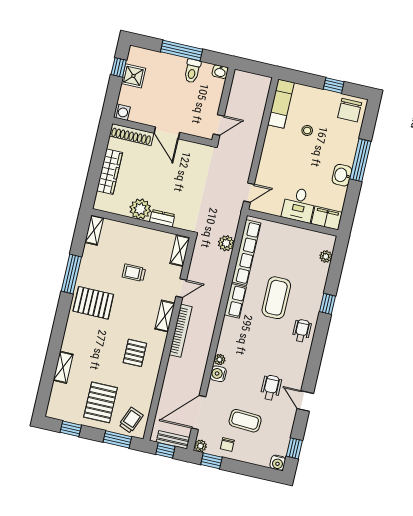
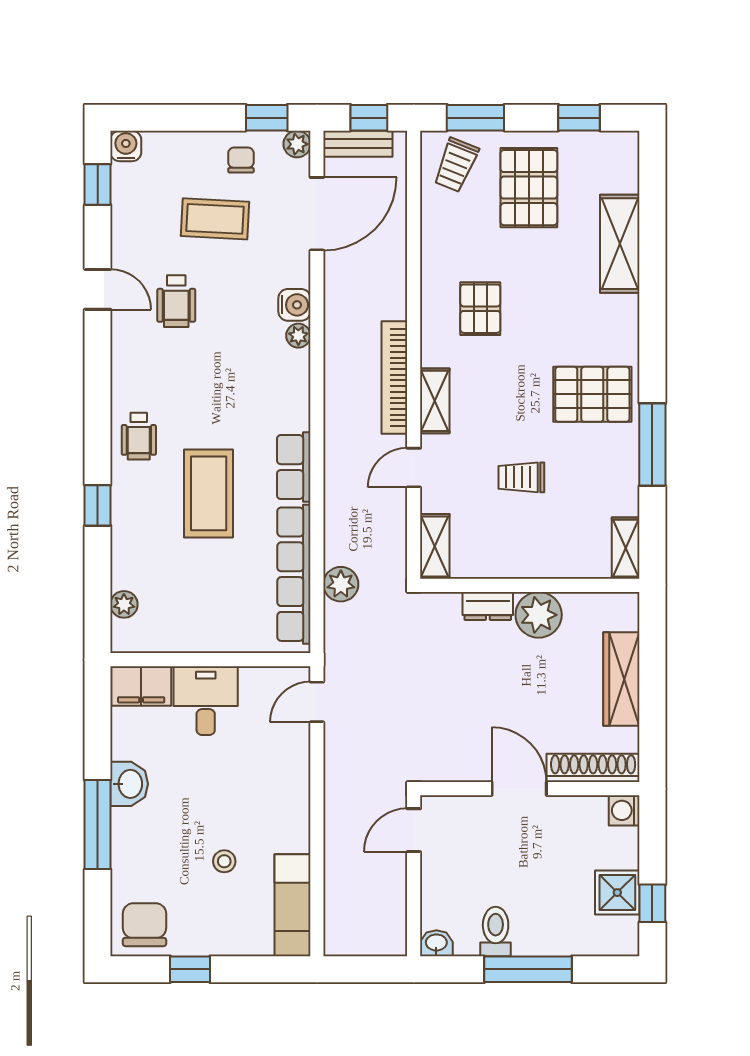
trolley: (134, 273) -> (521, 477), turned 180
shelving: (63, 367) -> (620, 244), width x1.50, depth x1.33

